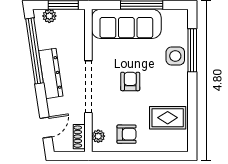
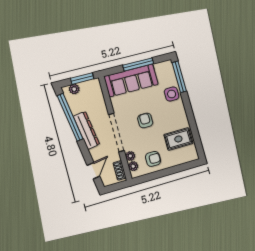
window: (192, 50) -> (179, 77), moved
plant: (98, 122) -> (130, 156), added

